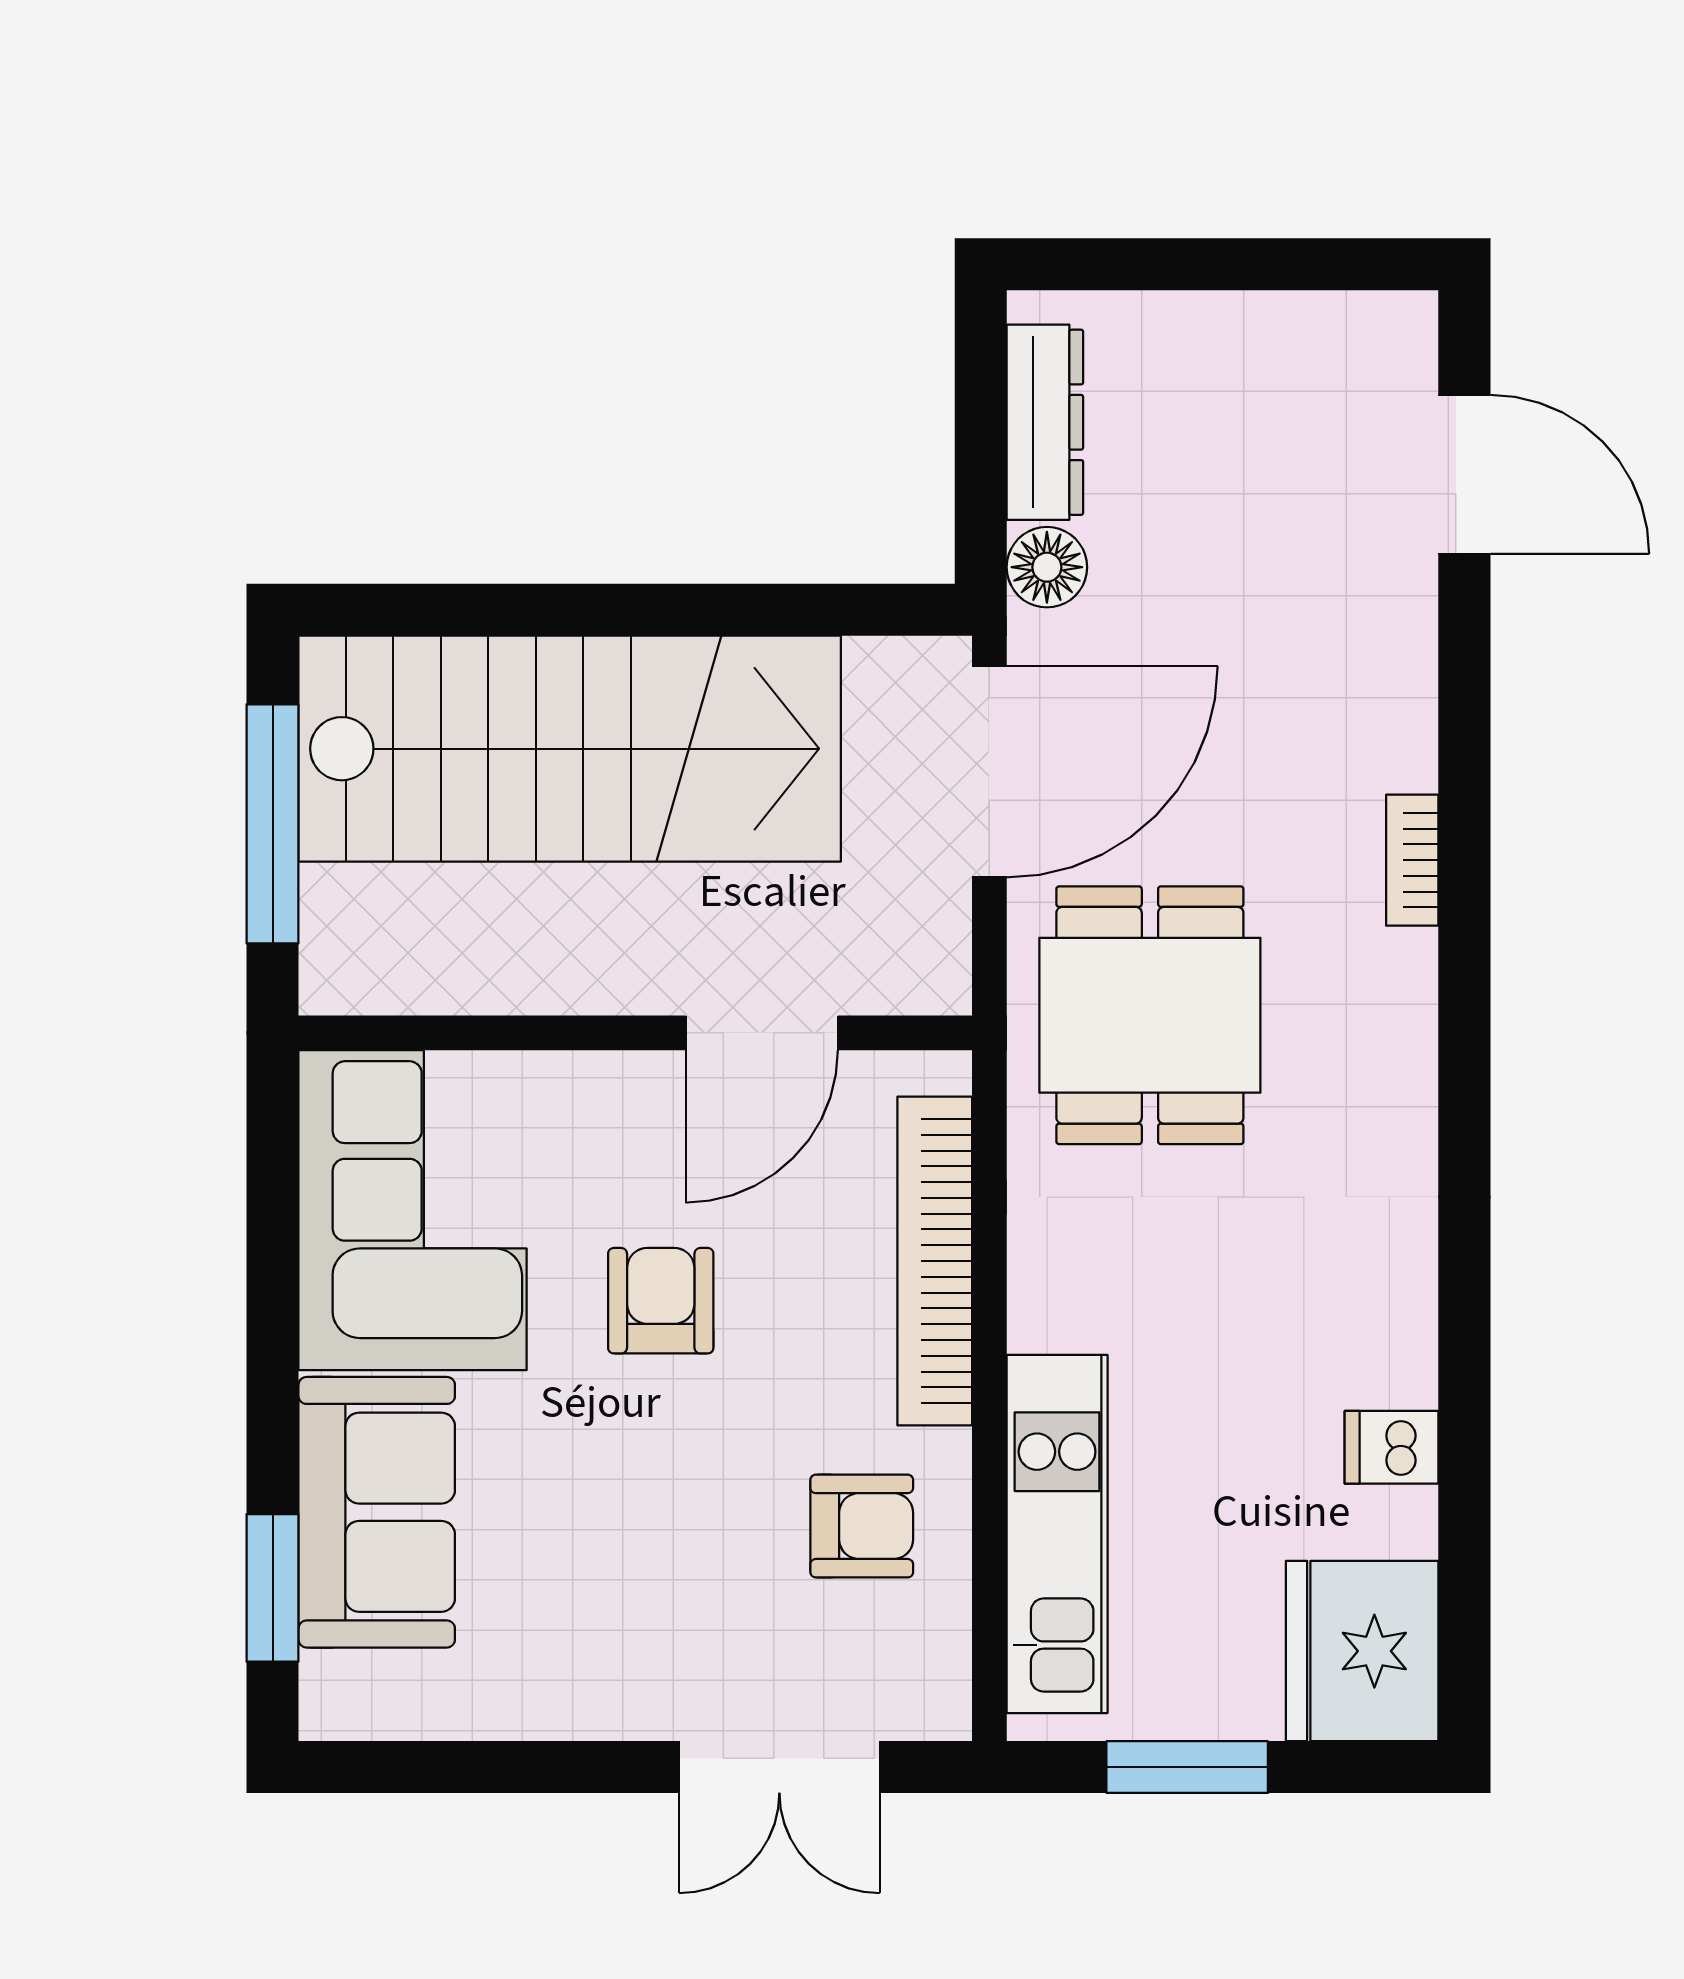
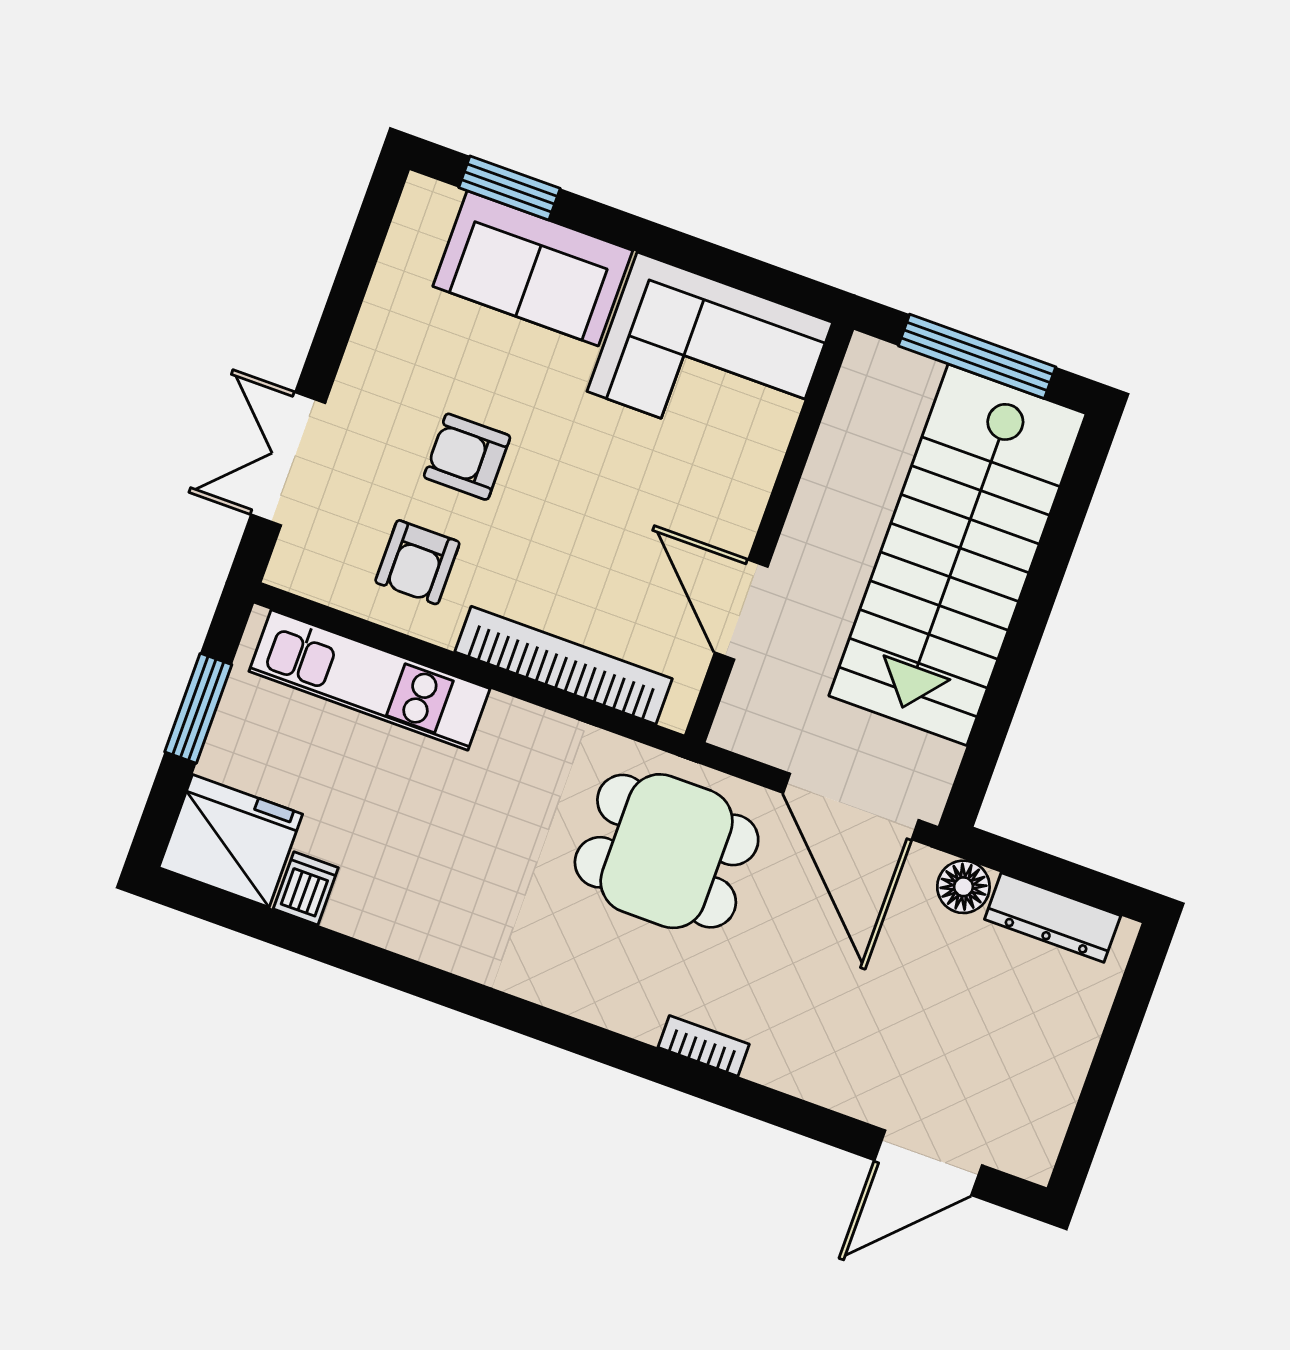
armchair: (661, 1301) -> (467, 457), moved, turned 180
dishwasher: (1392, 1447) -> (306, 888), moved

